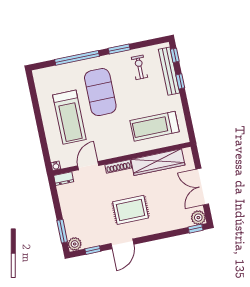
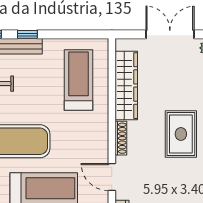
treadmill: (155, 126) -> (79, 80), turned 180
double door: (202, 187) -> (170, 34), swing flipped

